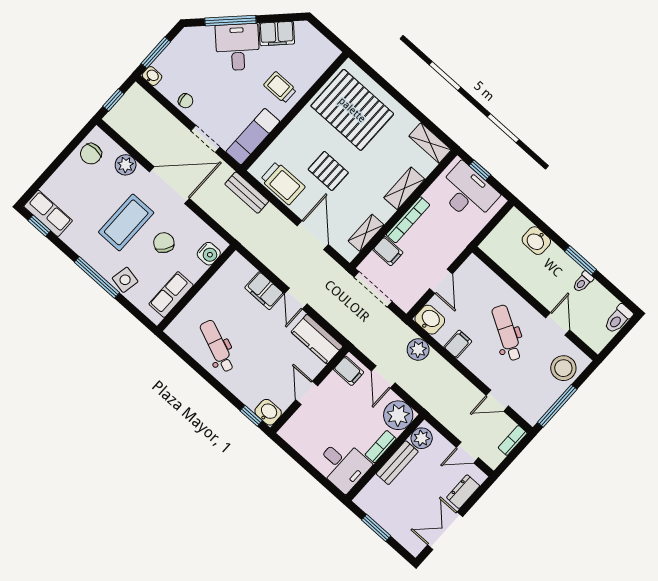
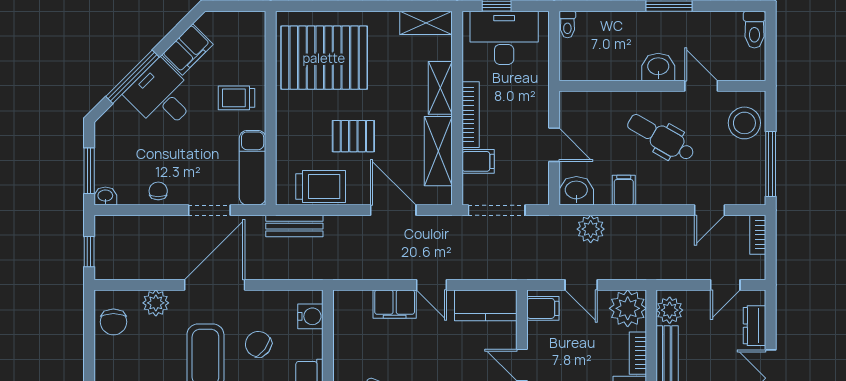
chair: (186, 101) -> (158, 191), turned -81
shelving: (366, 233) -> (438, 151), width x1.50, depth x1.33
washbasin: (536, 241) -> (658, 67), moved, turned 180
toilet: (583, 282) -> (567, 25), moved

